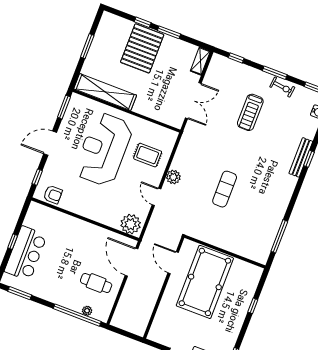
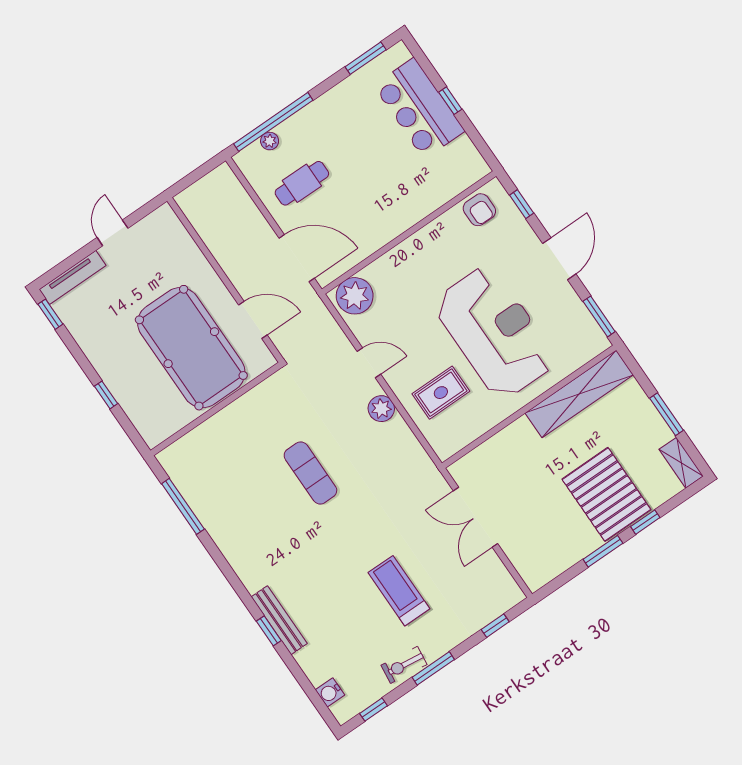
shelving: (200, 61) -> (681, 463), moved
armchair: (53, 194) -> (479, 210), turned -90

